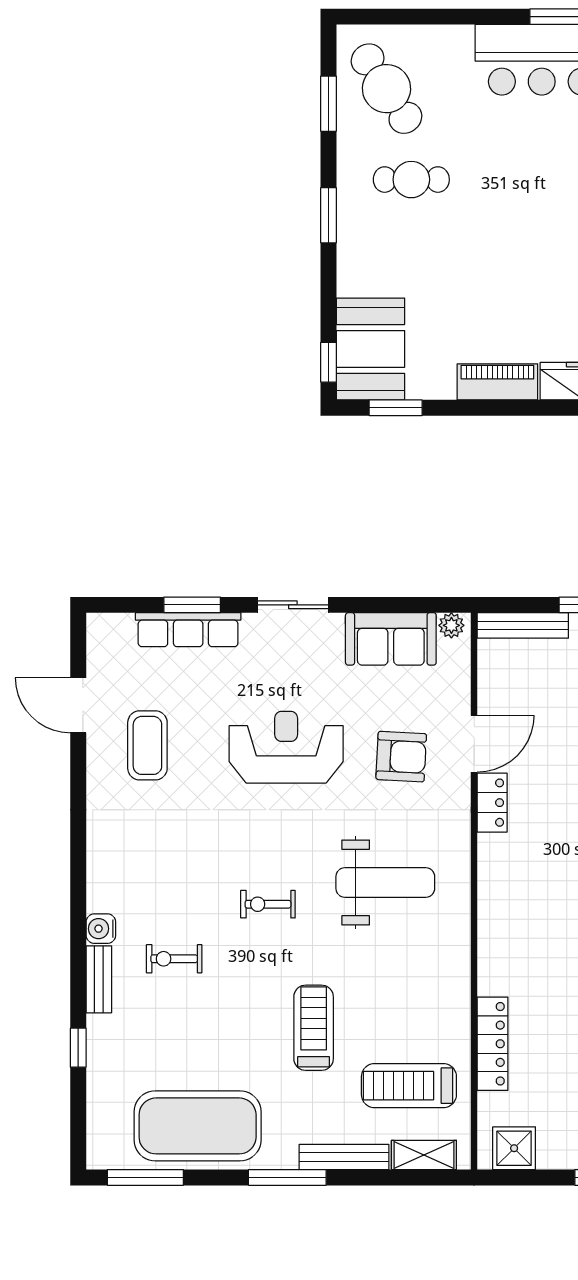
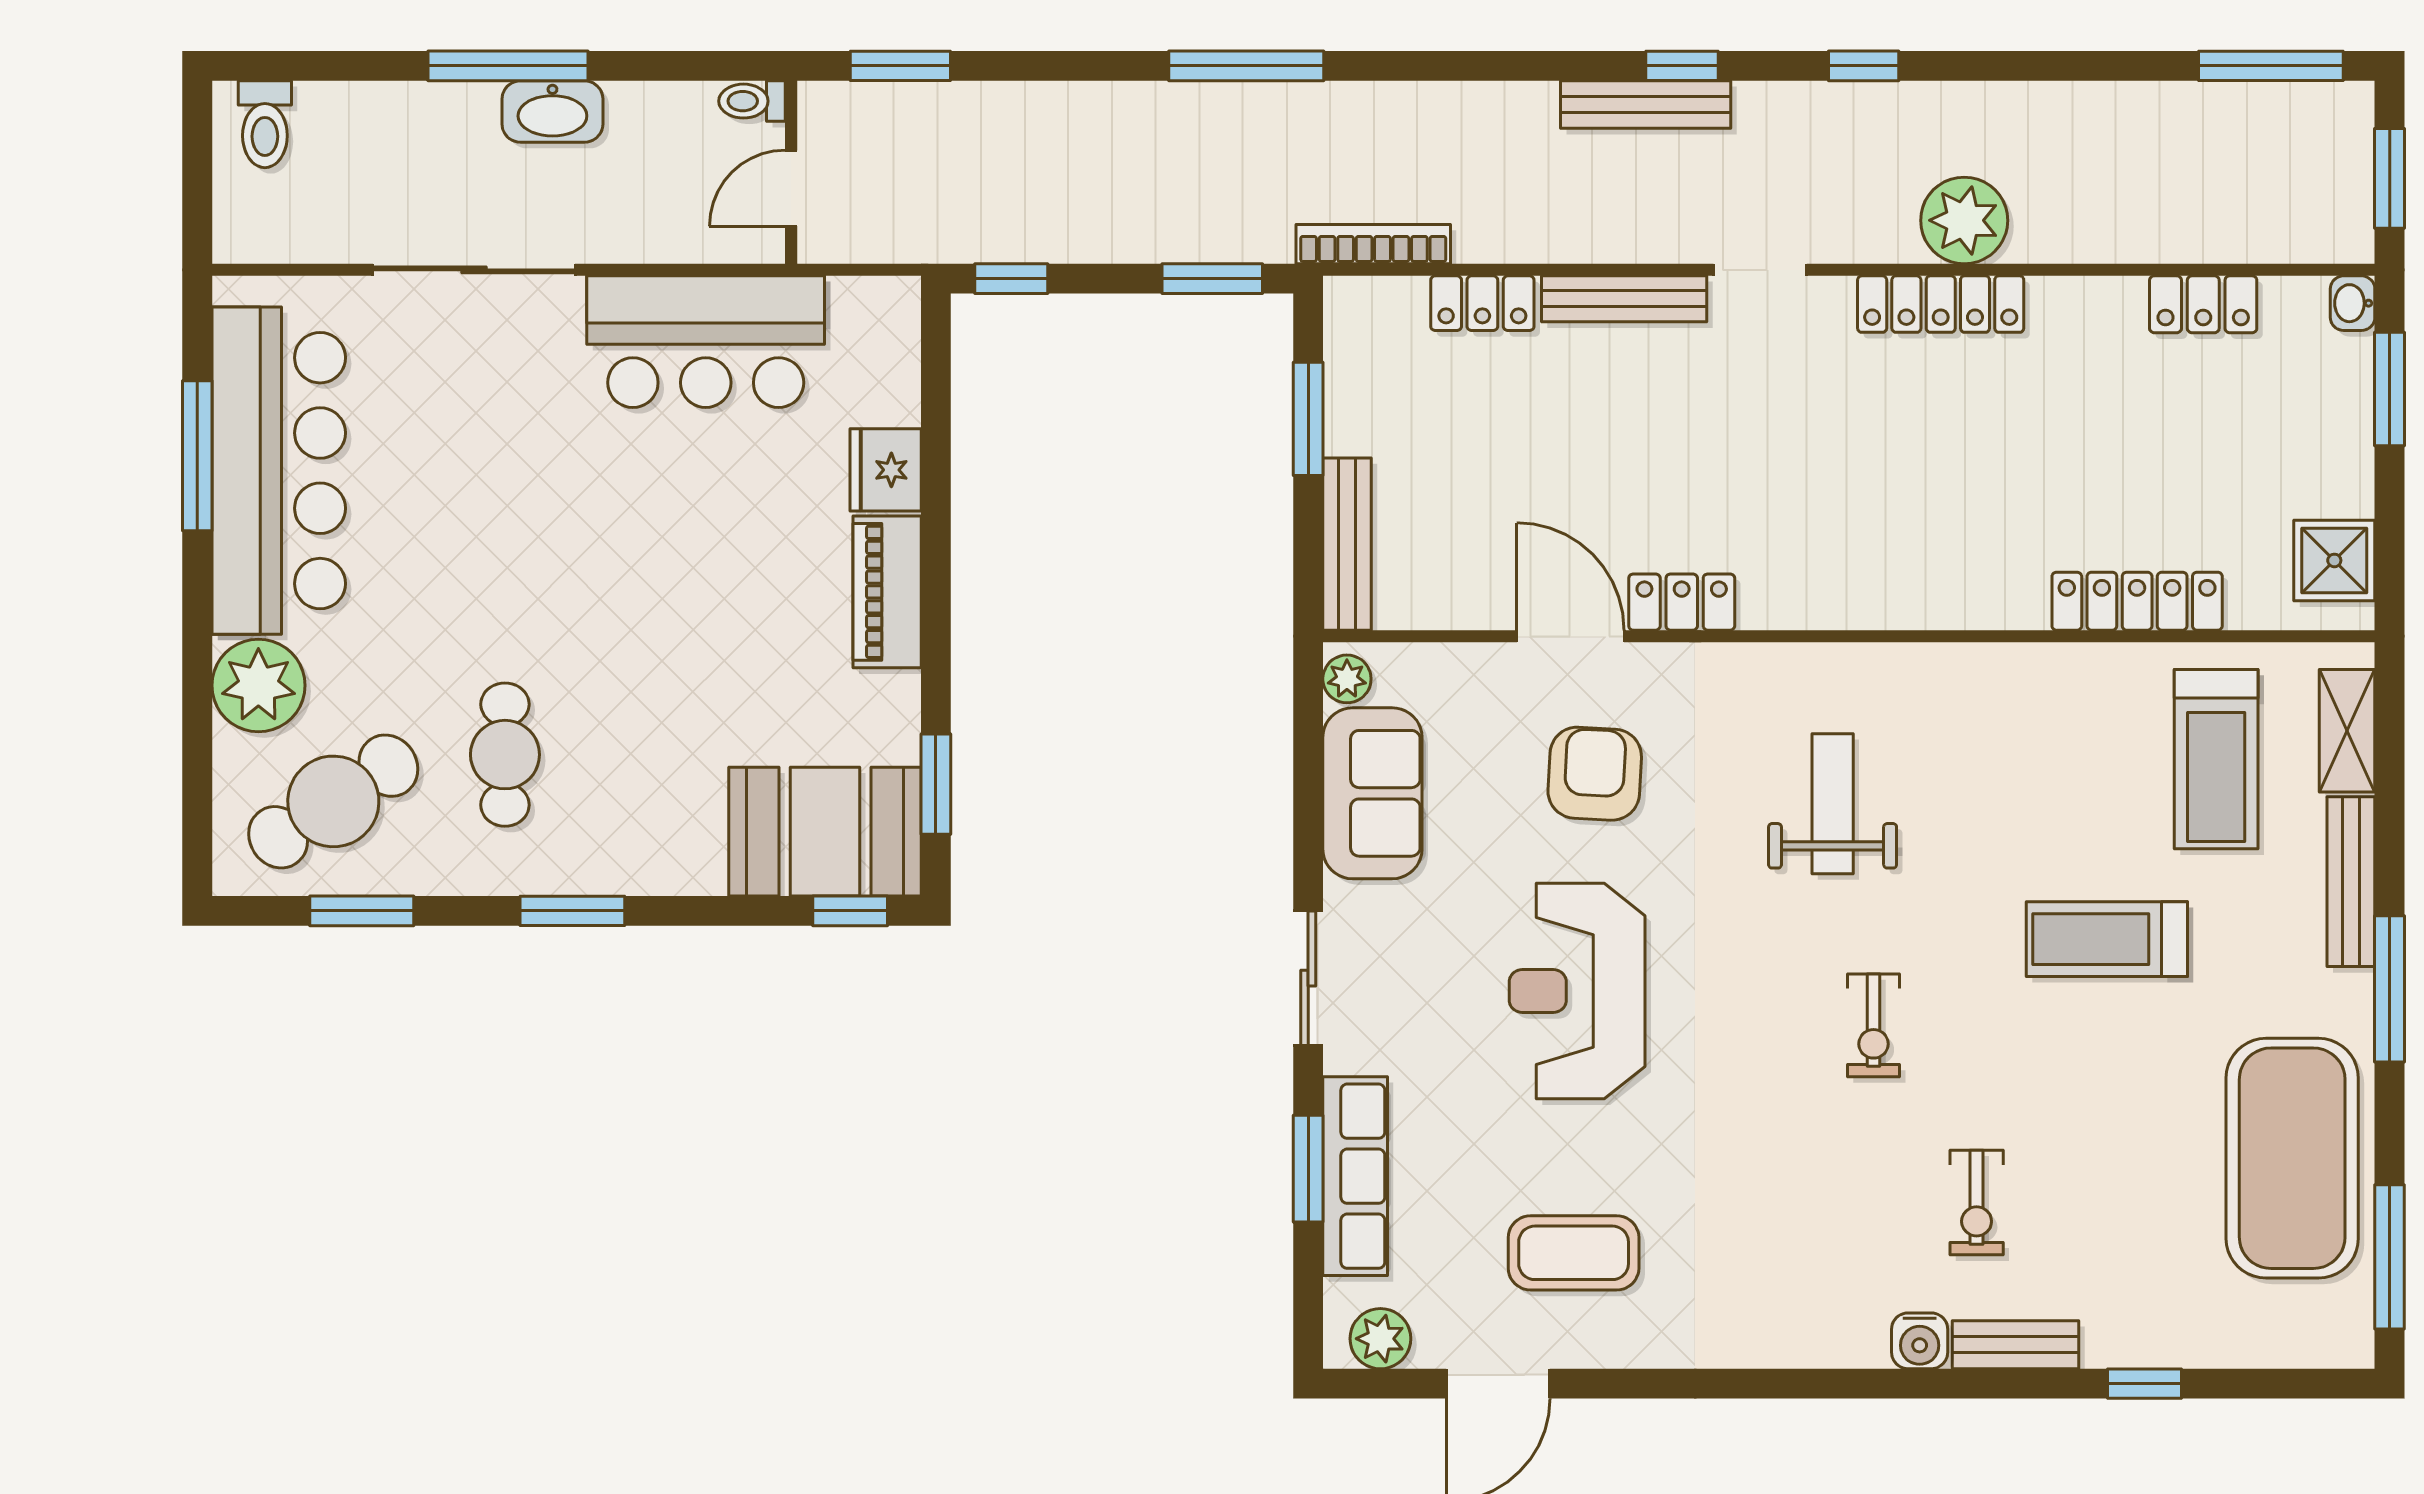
plant: (448, 49) -> (258, 685), added
plant: (102, 643) -> (1380, 1339), added
weight bench: (385, 883) -> (1833, 804), width x0.73, depth x0.75

